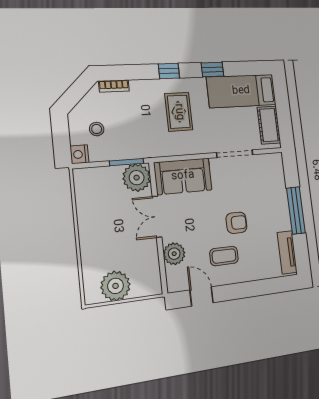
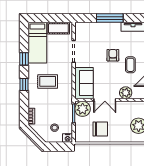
chair: (102, 214) -> (100, 129), added

